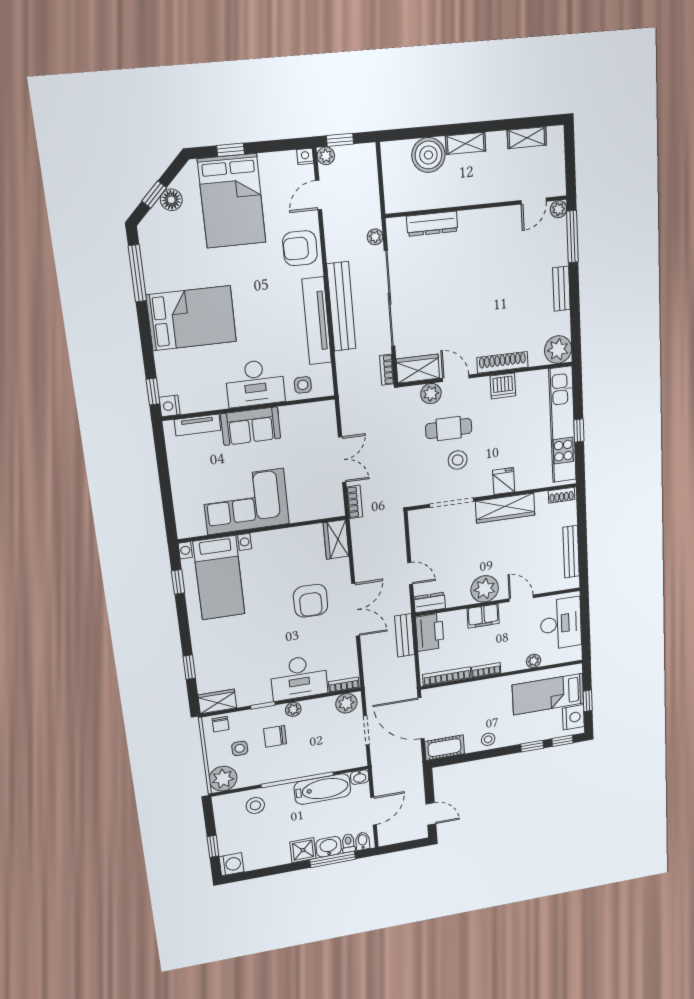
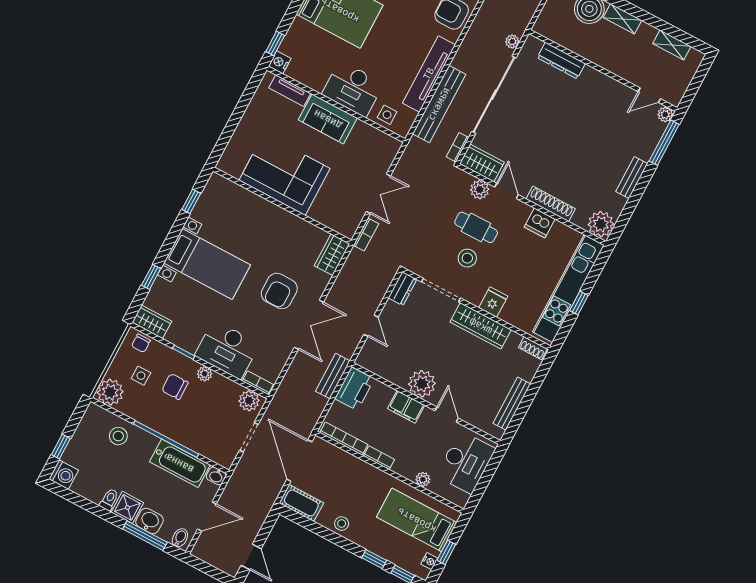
bench: (341, 306) -> (439, 104), moved
bed with nightstands: (219, 578) -> (207, 264), moved, turned -90
dresser: (430, 602) -> (402, 289), moved, turned 90
nightstand: (573, 717) -> (429, 561), width x0.53, depth x0.56
toilet: (348, 843) -> (109, 500), moved

